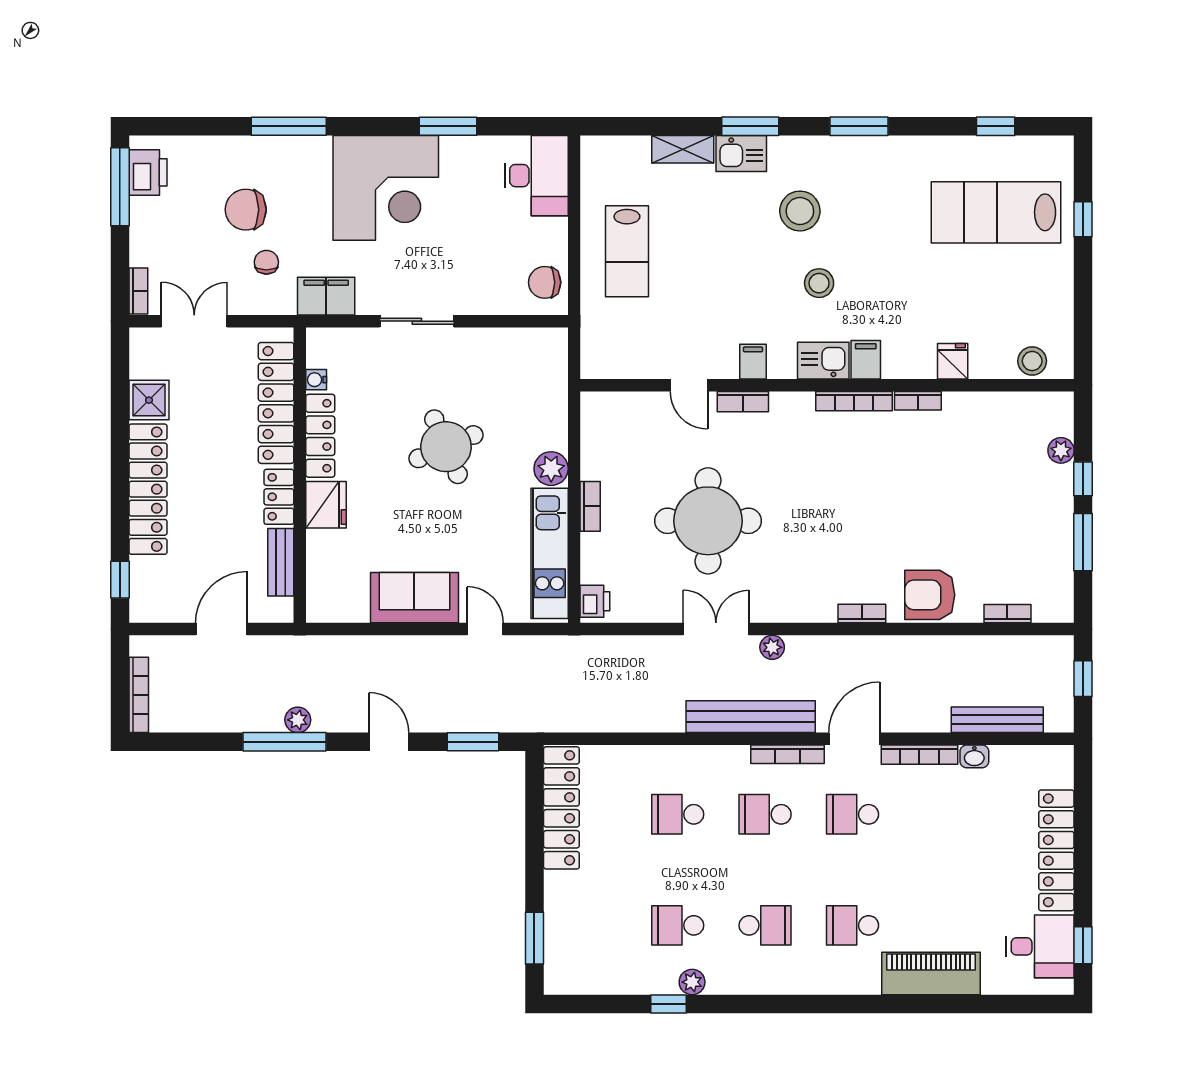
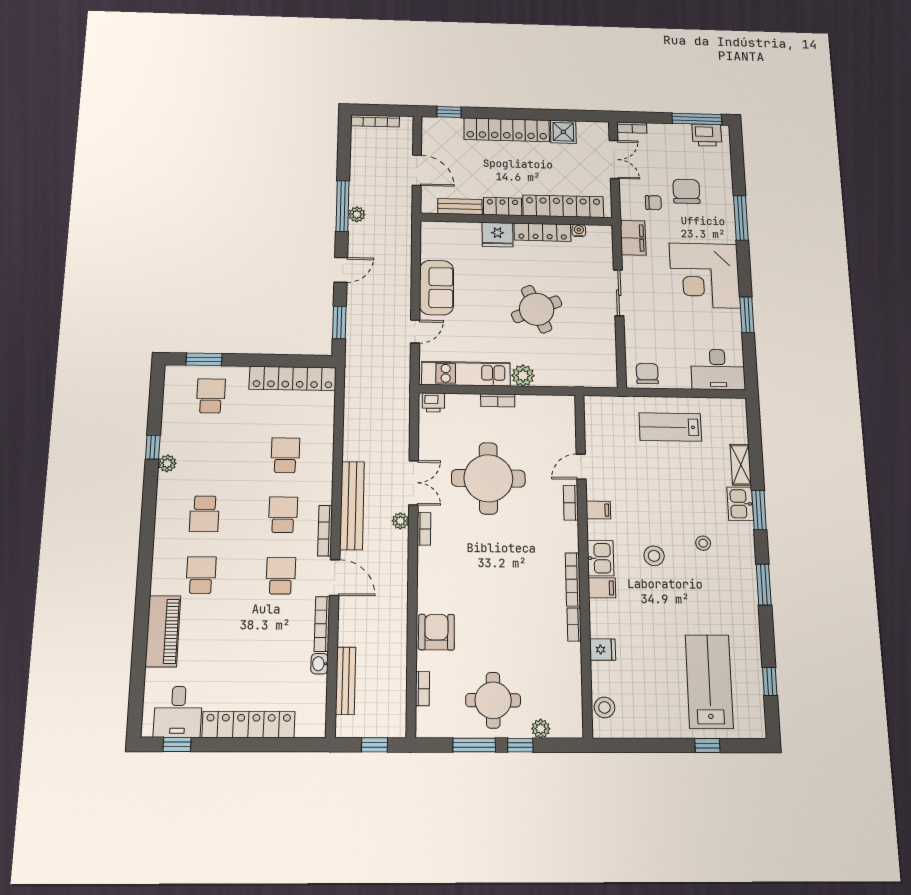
stool: (800, 211) -> (703, 543), width x0.53, depth x0.53
round table: (1023, 516) -> (493, 700), added
bookcase: (862, 613) -> (424, 529), moved
school desk: (678, 925) -> (211, 396), moved

